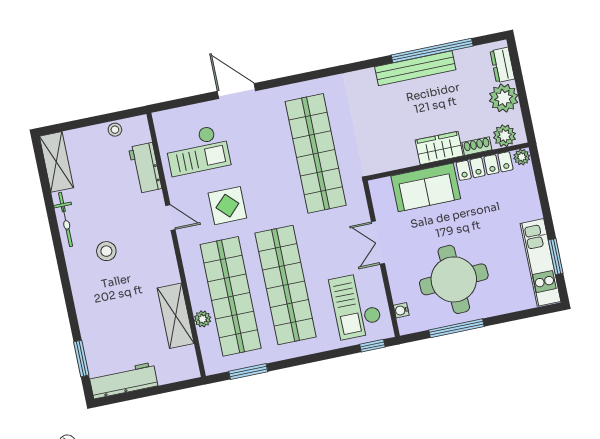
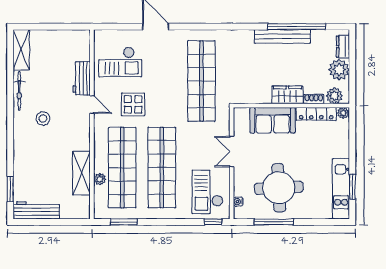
stool: (115, 130) -> (66, 36), removed
workbench: (145, 168) -> (82, 78), moved

